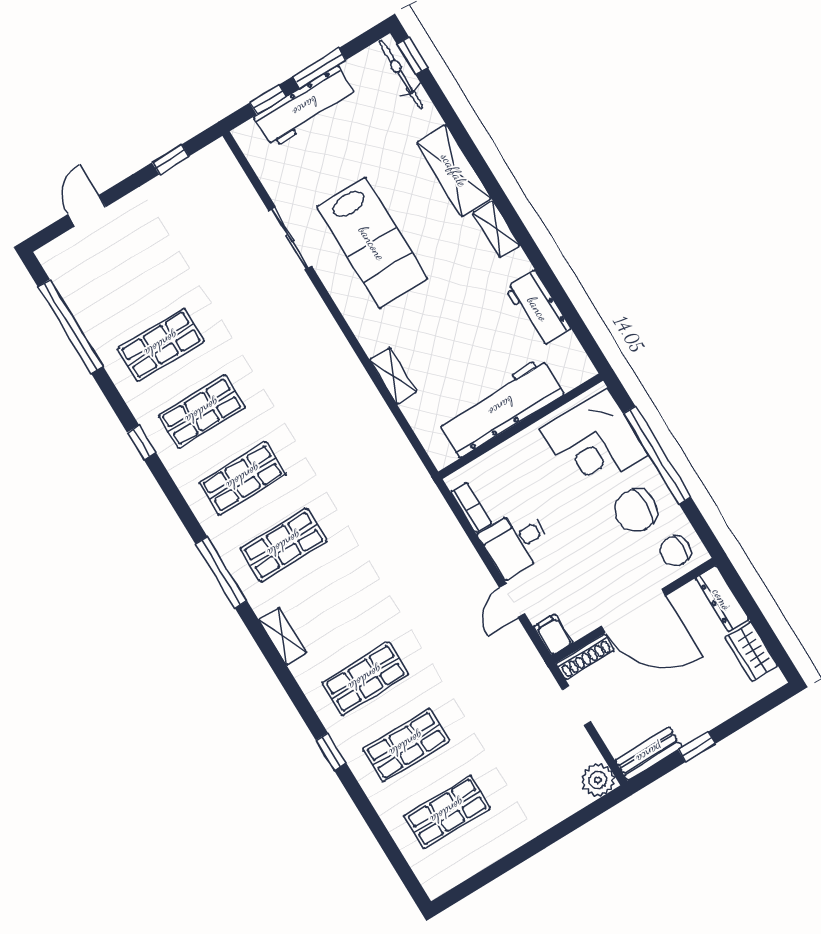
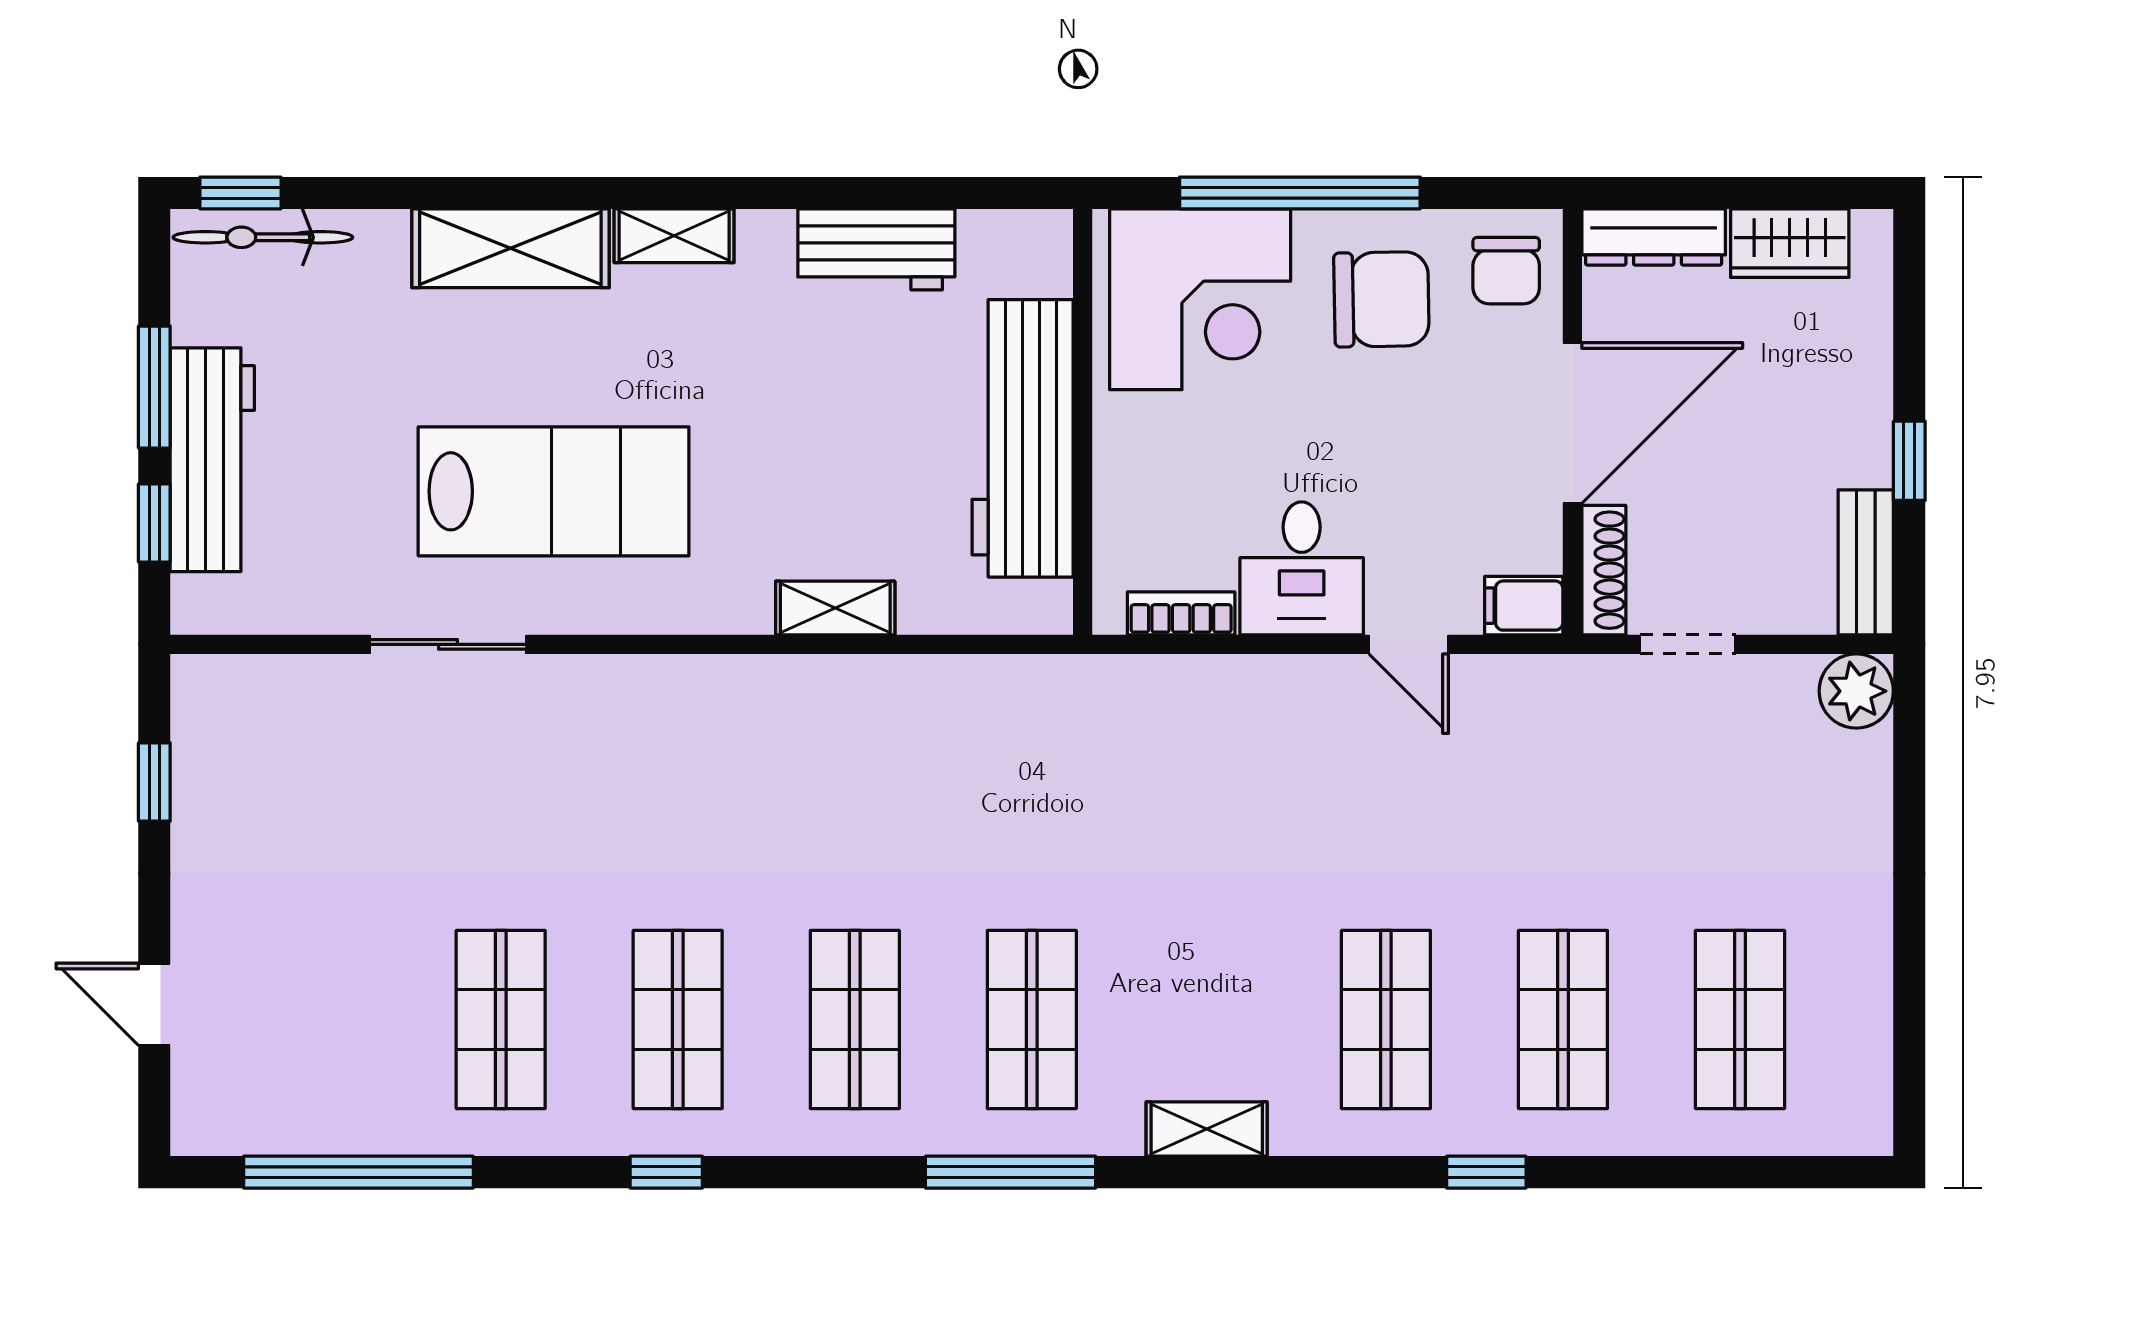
chair: (636, 510) -> (1381, 299), turned -91

